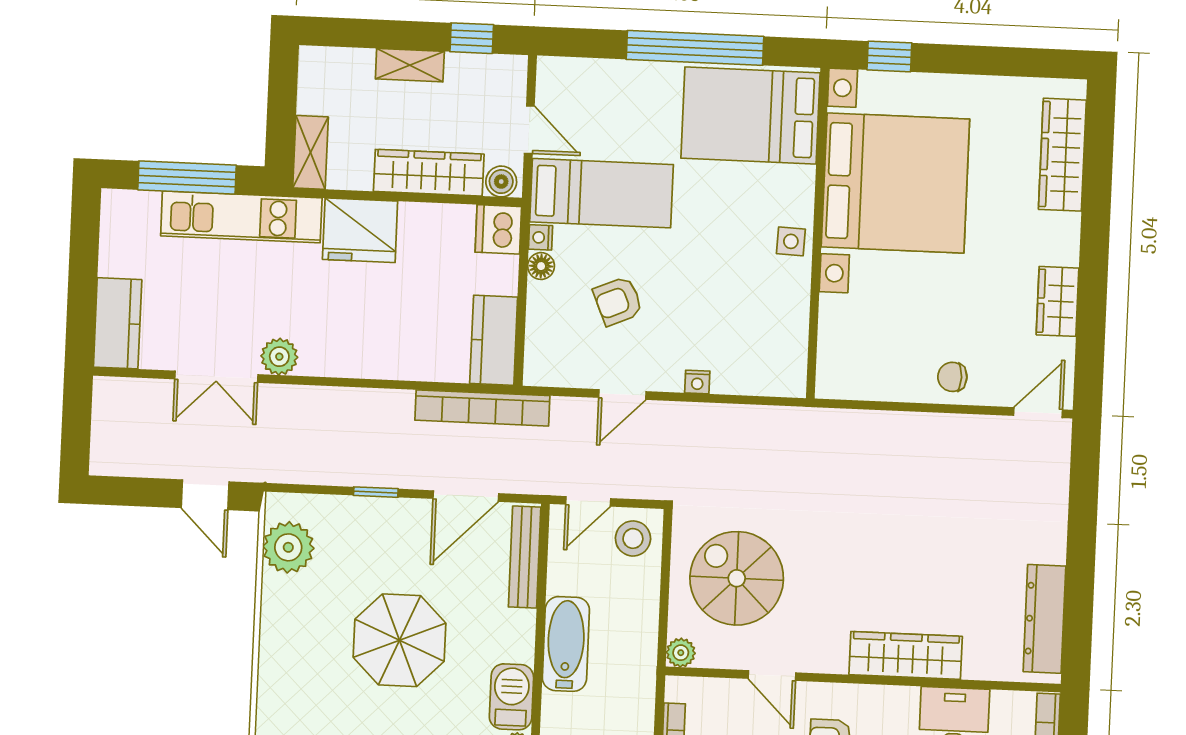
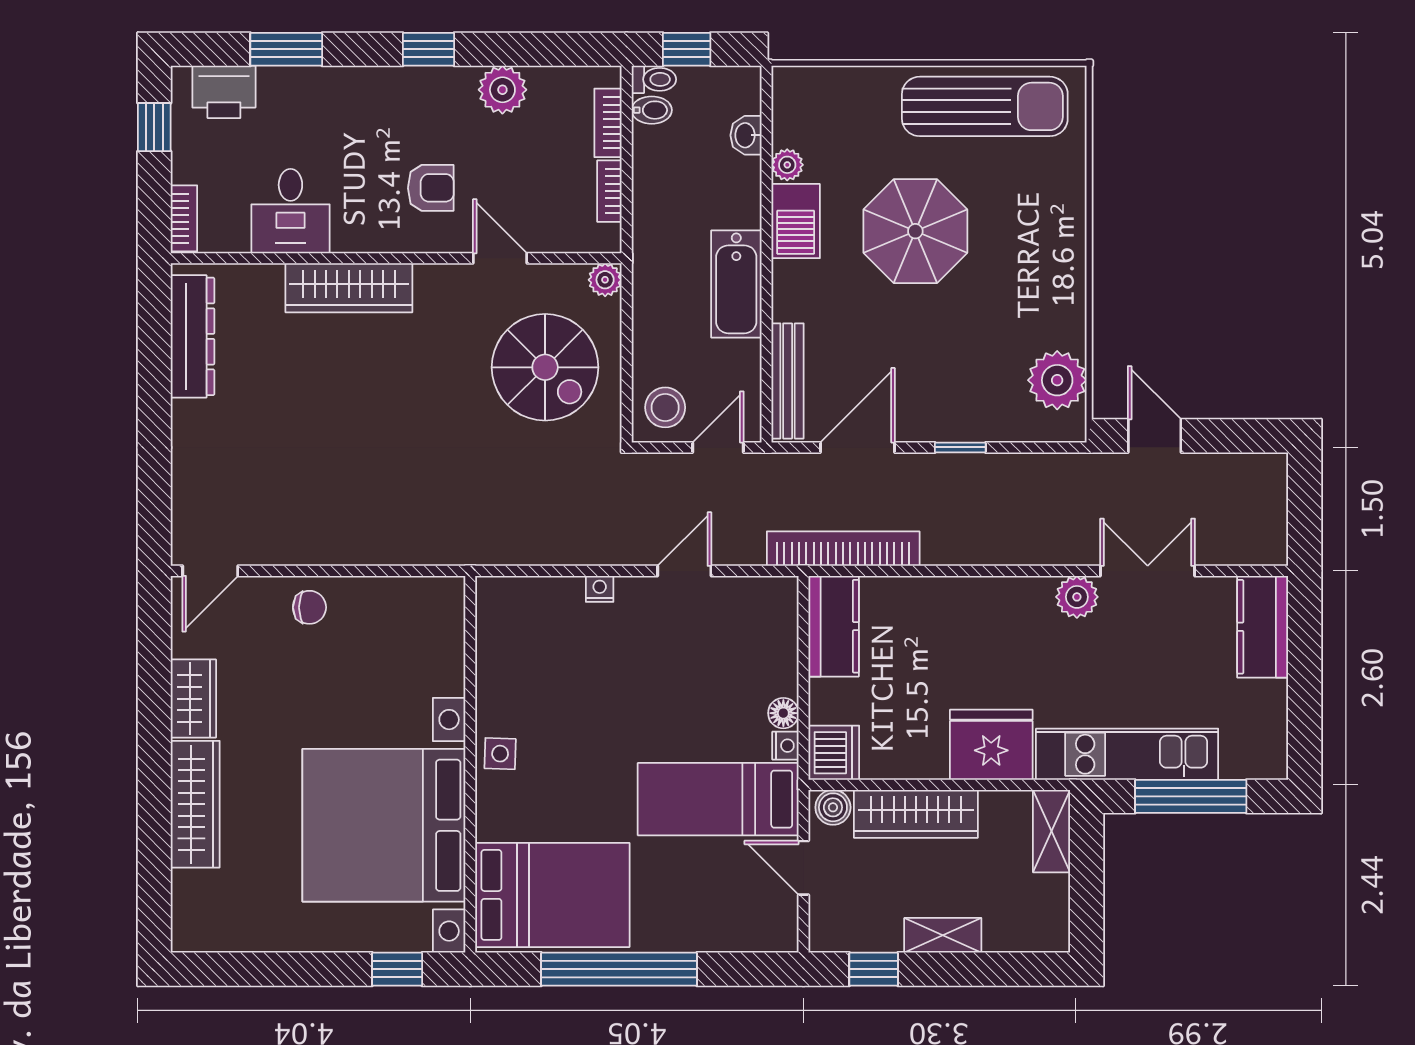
wardrobe: (1062, 155) -> (195, 804), moved
armchair: (618, 301) -> (694, 677), removed
parasol: (400, 640) -> (915, 231), moved

